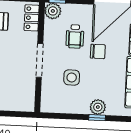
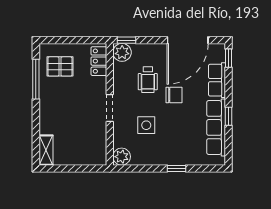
doorway: (39, 60) -> (110, 108), width x0.73
plant: (98, 107) -> (122, 157), moved

